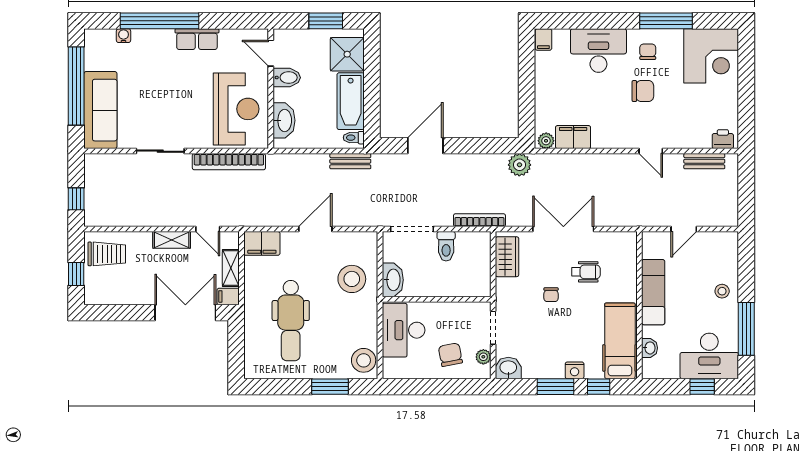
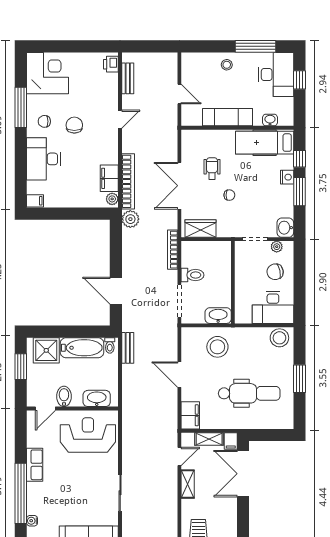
bookcase: (229, 162) -> (128, 181), moved
desk: (404, 330) -> (273, 307), moved
window: (330, 387) -> (299, 379), moved

